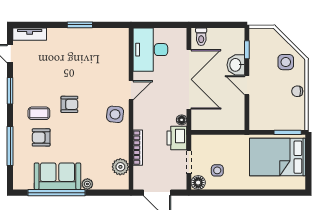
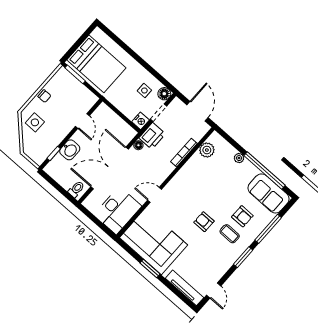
tv unit: (30, 34) -> (185, 288), width x1.41
corner sofa: (97, 50) -> (154, 241), added
door: (247, 85) -> (82, 121), moved
window: (10, 91) -> (243, 257), moved
side table: (115, 114) -> (179, 188), removed
nightstand: (198, 142) -> (141, 121), added
sofa: (57, 176) -> (268, 193), moved

